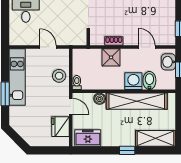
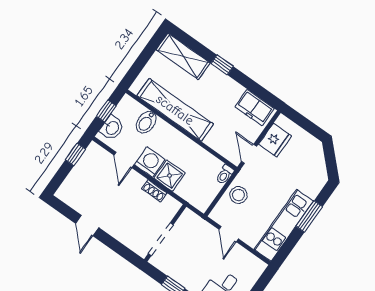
washing machine: (133, 81) -> (150, 162), moved, turned 180
boiler: (100, 99) -> (213, 140), removed

